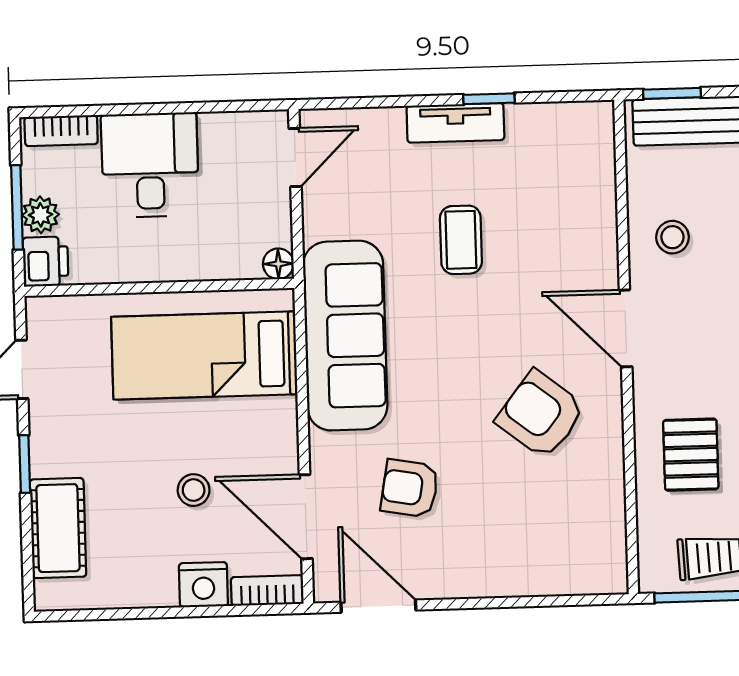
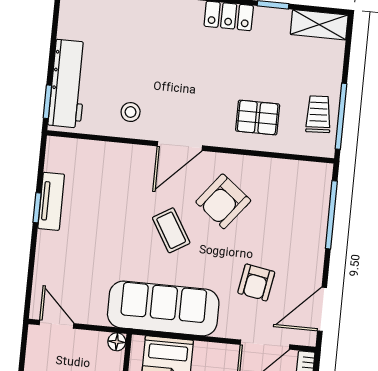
tv unit: (455, 123) -> (51, 201), moved
coffee table: (461, 240) -> (171, 230), moved, turned 59
window: (541, 601) -> (331, 215), added

